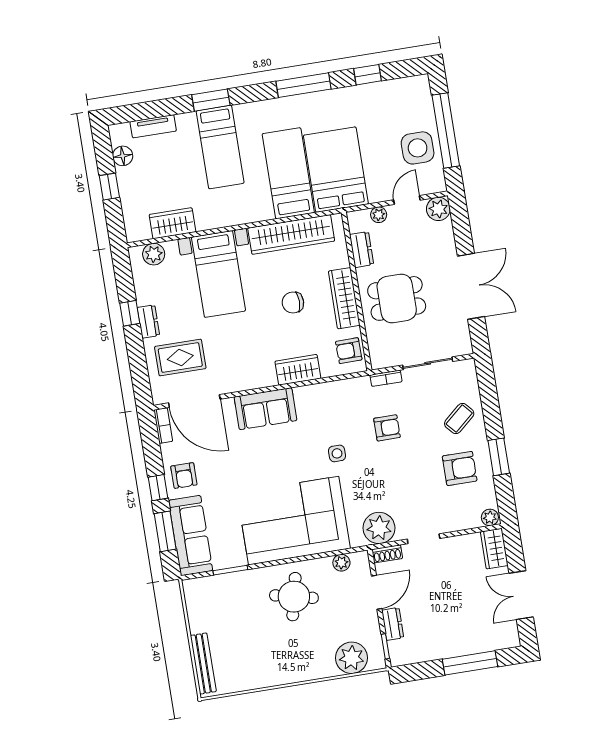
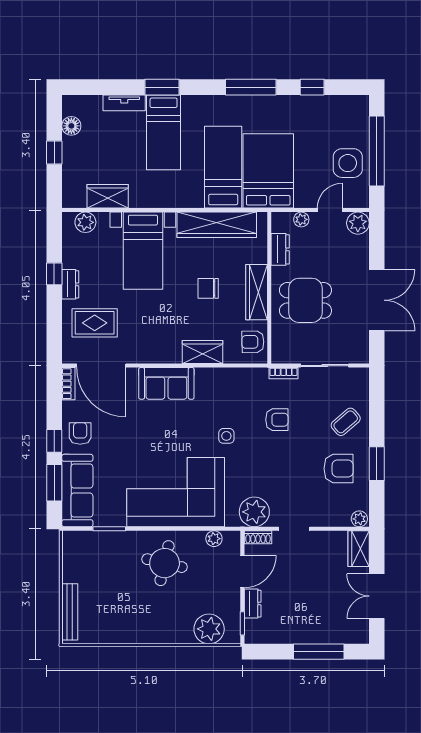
tv unit: (153, 126) -> (124, 103), moved
armchair: (184, 476) -> (80, 433), turned 180

